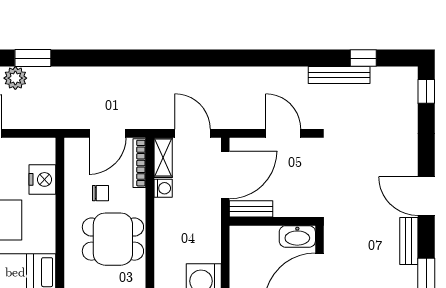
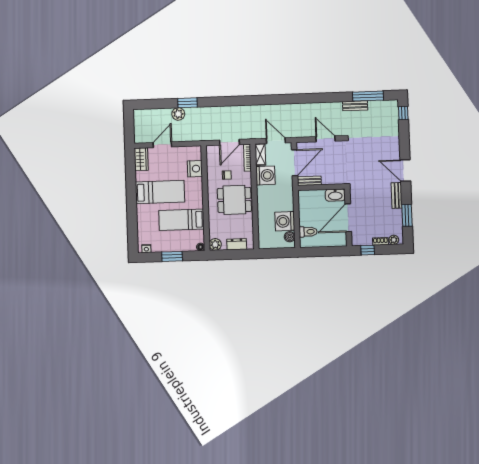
window: (363, 58) -> (368, 96), width x2.17
bench: (339, 75) -> (355, 106), width x0.73
washing machine: (163, 188) -> (265, 175), width x1.89, depth x1.89

